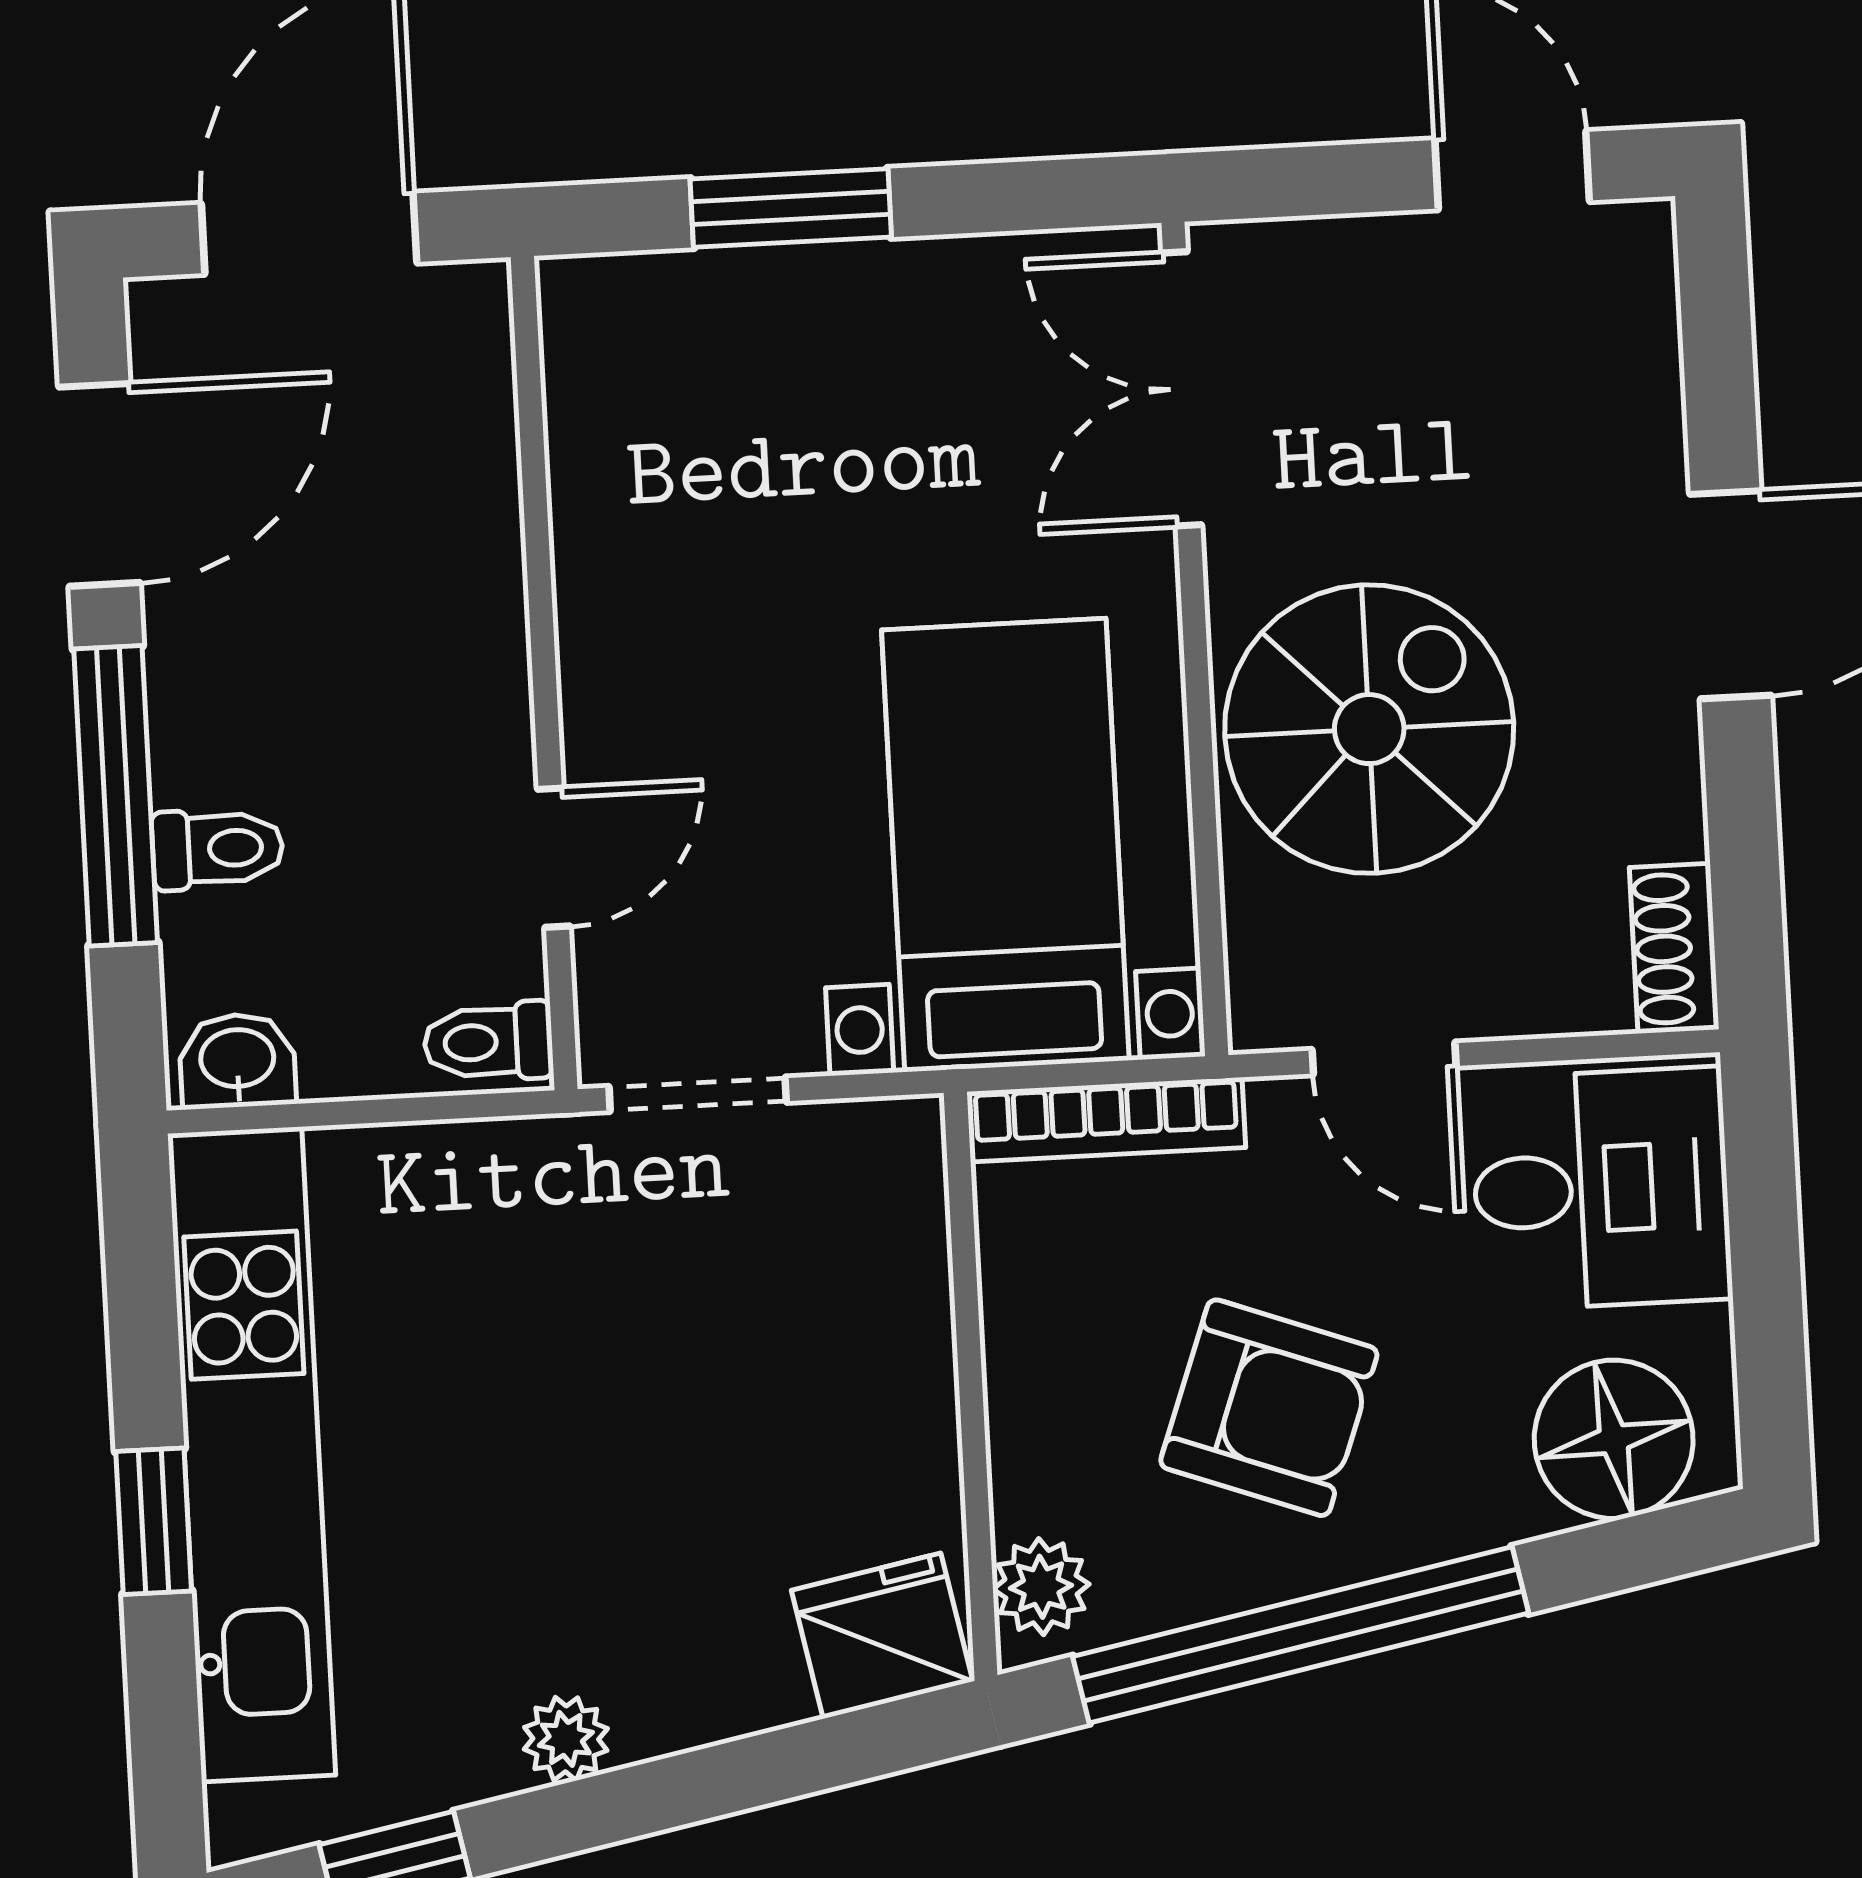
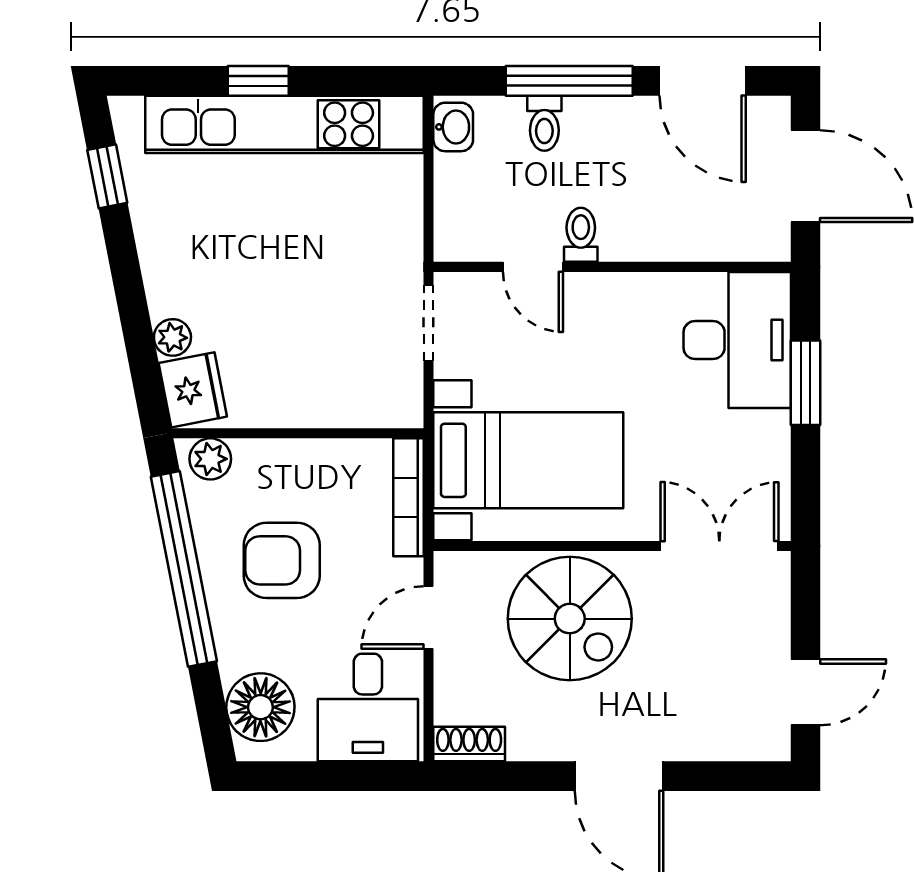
desk: (699, 373) -> (737, 340), added
toilet: (488, 1042) -> (581, 235), moved
armchair: (1269, 1408) -> (282, 560), turned 70
plant: (566, 1739) -> (172, 337), moved

